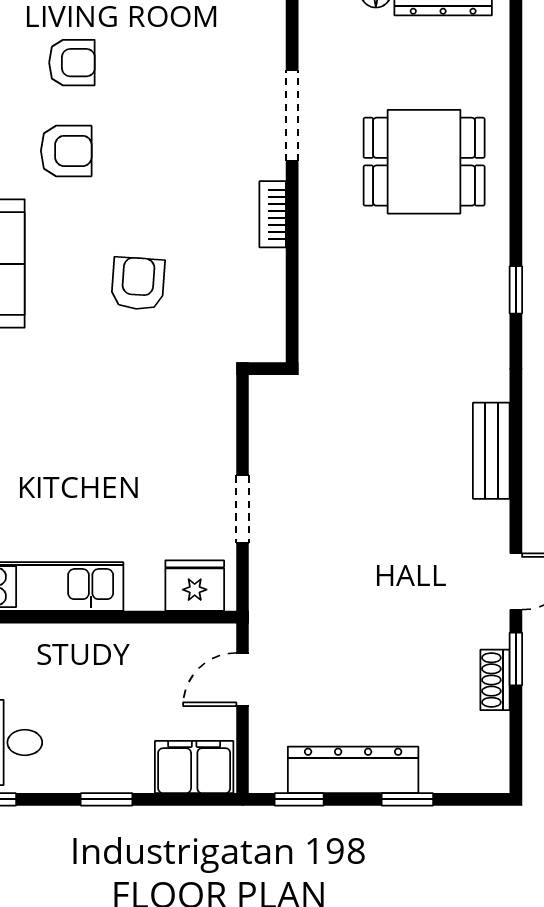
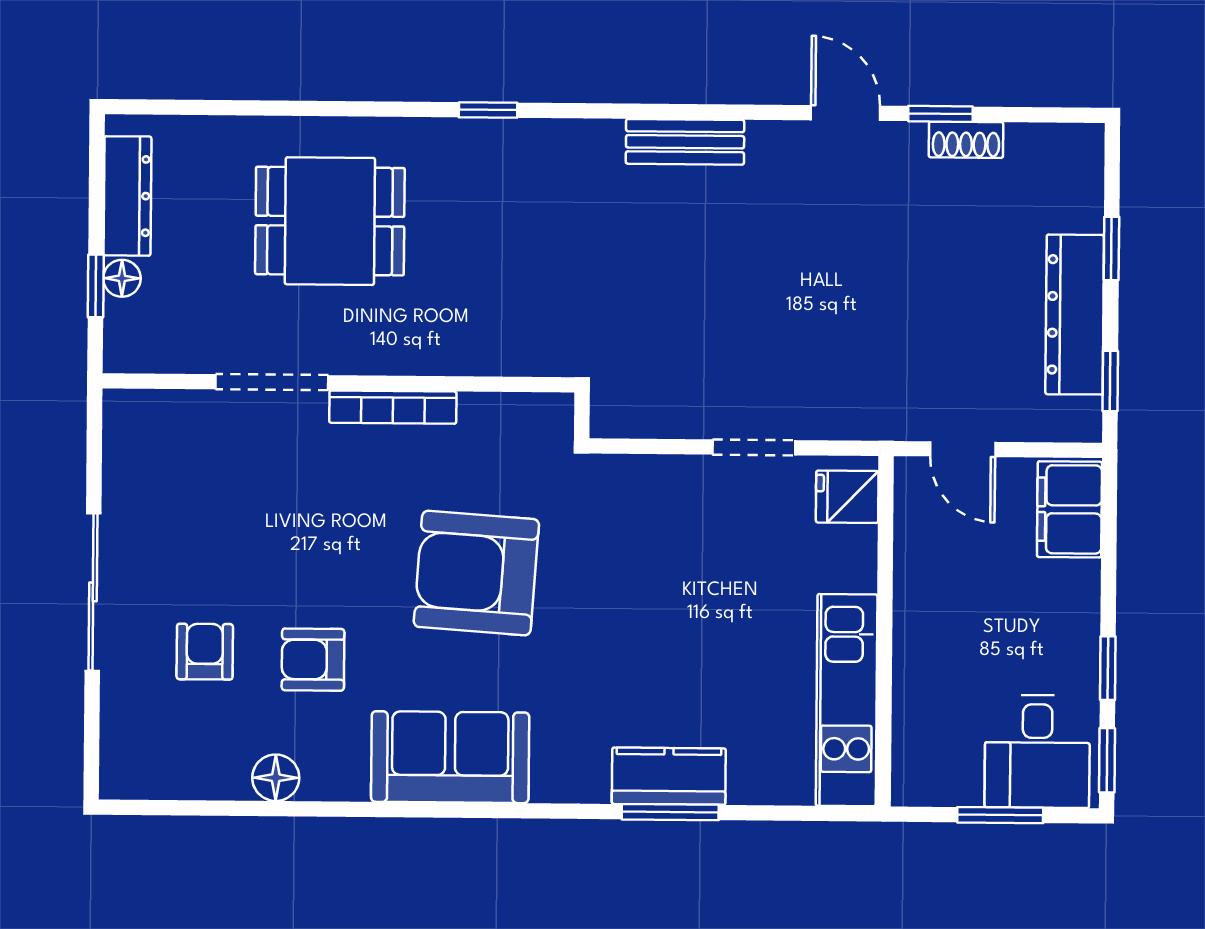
armchair: (66, 151) -> (313, 660), turned -90
dining table: (424, 162) -> (330, 221), turned 90
bookcase: (273, 214) -> (393, 407), width x1.56
armchair: (138, 284) -> (476, 573), width x1.88, depth x1.88
fridge: (195, 586) -> (847, 497), width x0.72
window: (107, 799) -> (1108, 668), moved

